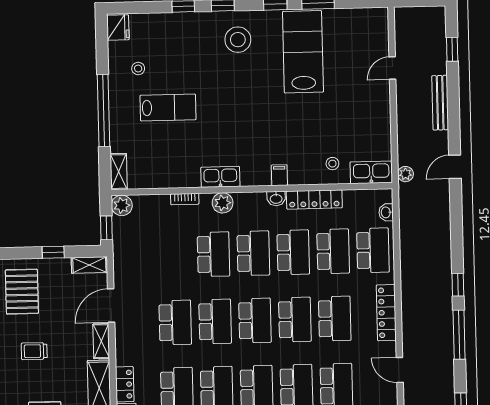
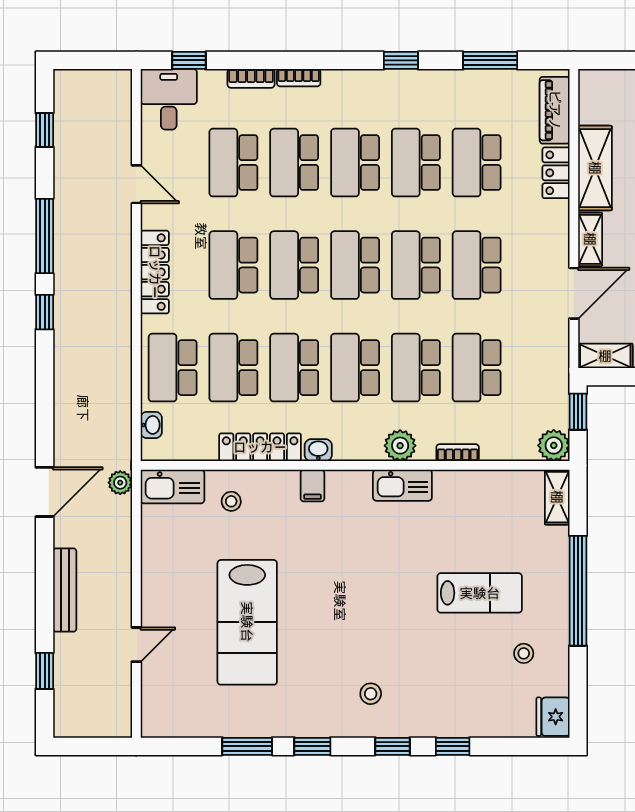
stool: (238, 40) -> (371, 694), width x0.53, depth x0.53
lab bench: (303, 52) -> (247, 622), moved
lab bench: (168, 107) -> (480, 593), turned 180
door: (455, 167) -> (45, 492), width x1.38
school desk: (174, 255) -> (477, 368), added

